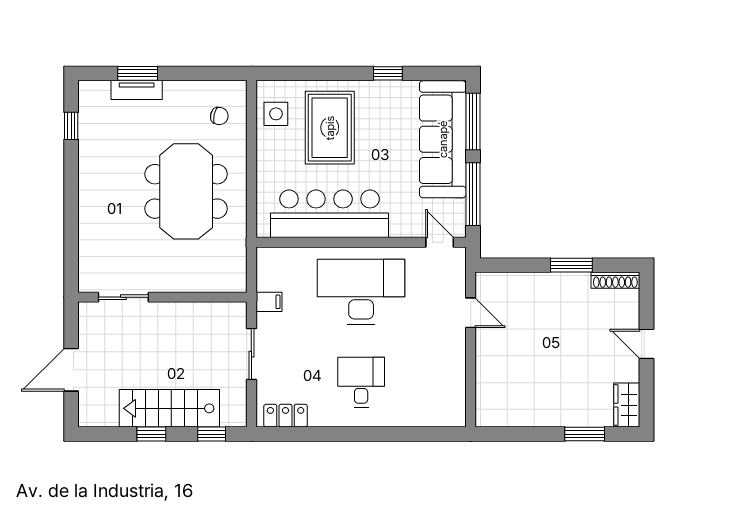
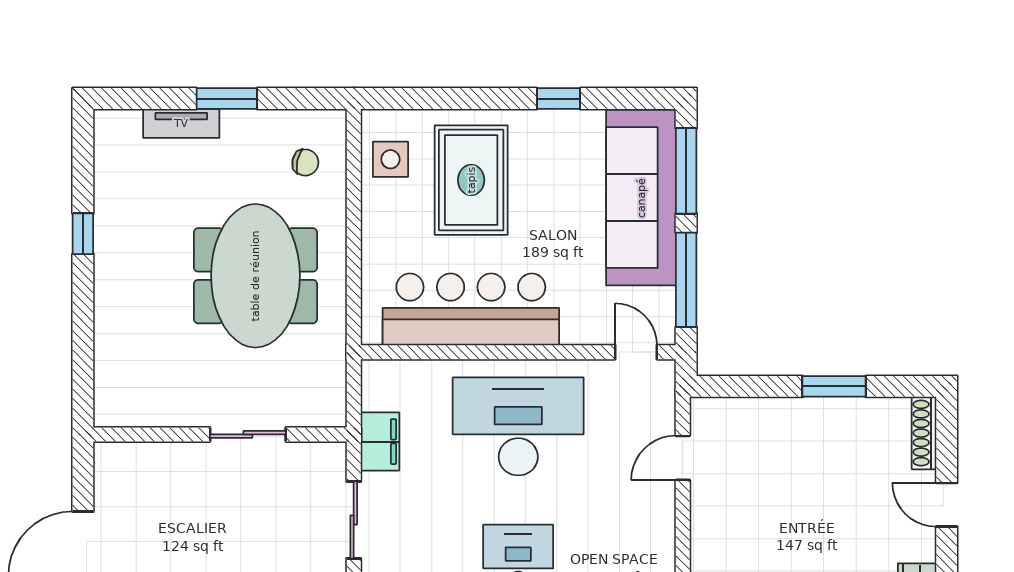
window: (138, 73) -> (227, 99), moved
window: (71, 126) -> (83, 234), moved
shoe rack: (615, 280) -> (924, 433), moved, turned 90
sliding door: (123, 297) -> (248, 434), moved
filing cabinet: (269, 302) -> (380, 442), width x2.00
door: (471, 313) -> (683, 458), swing flipped

